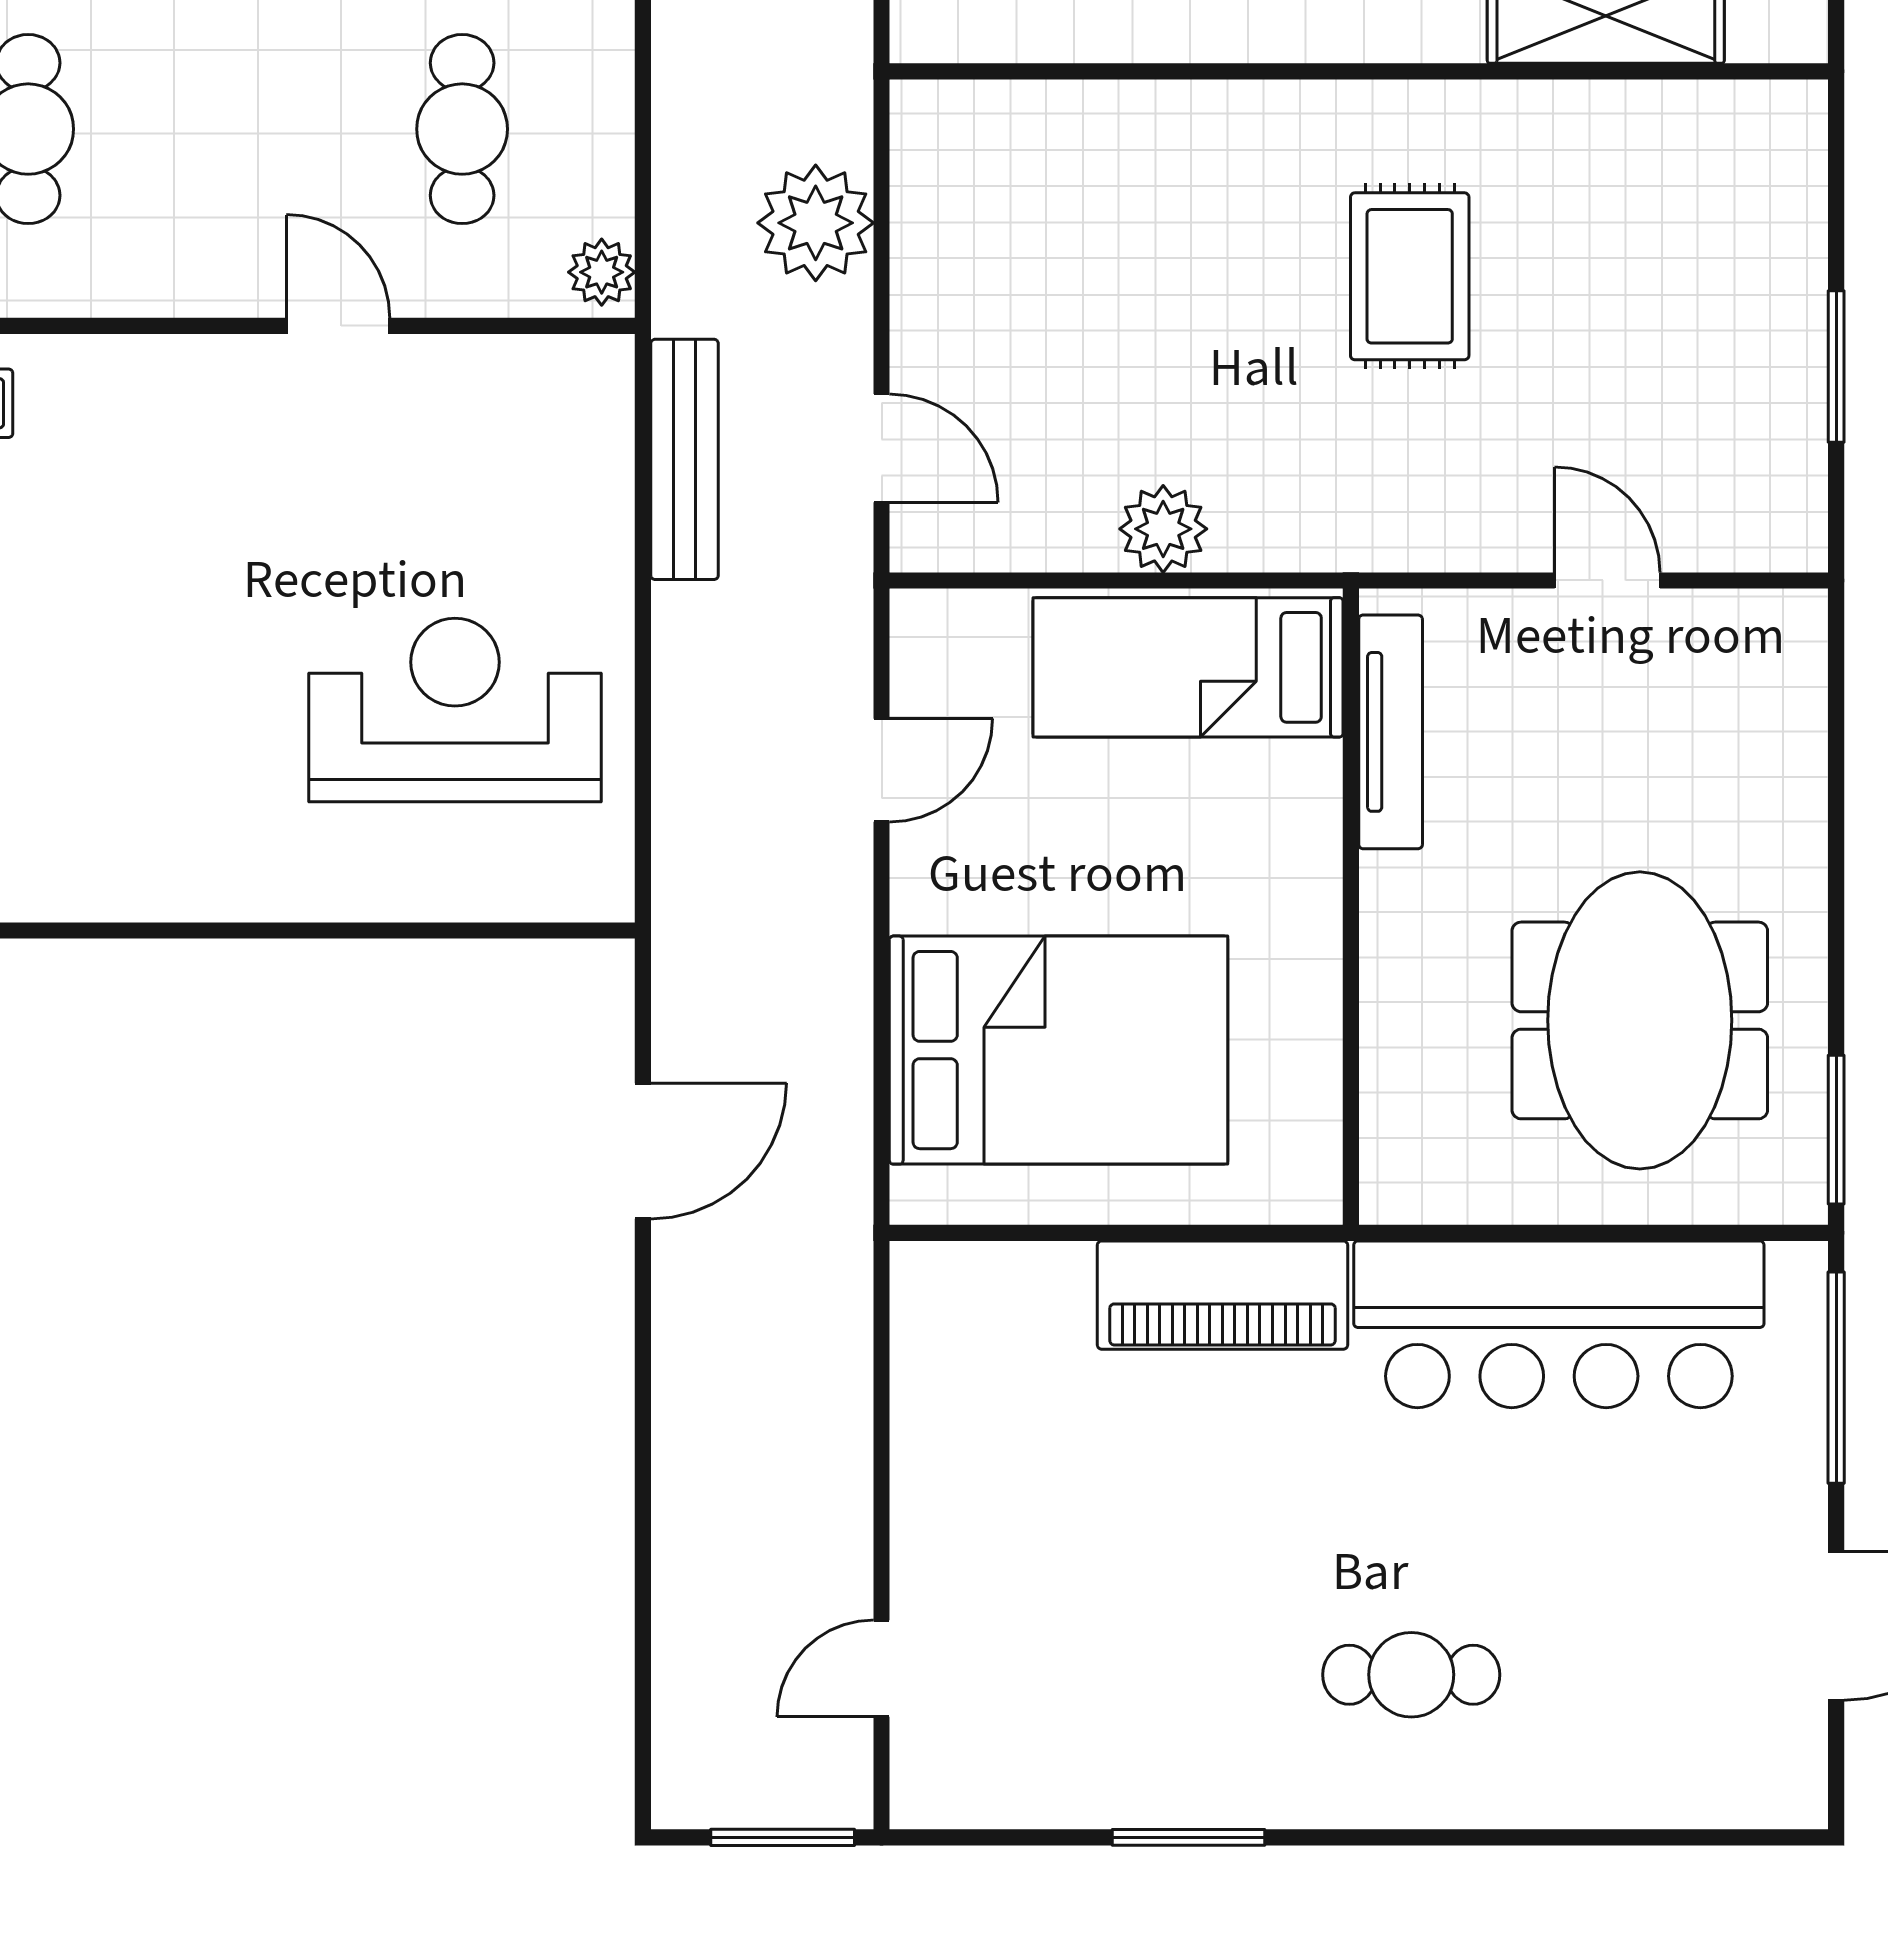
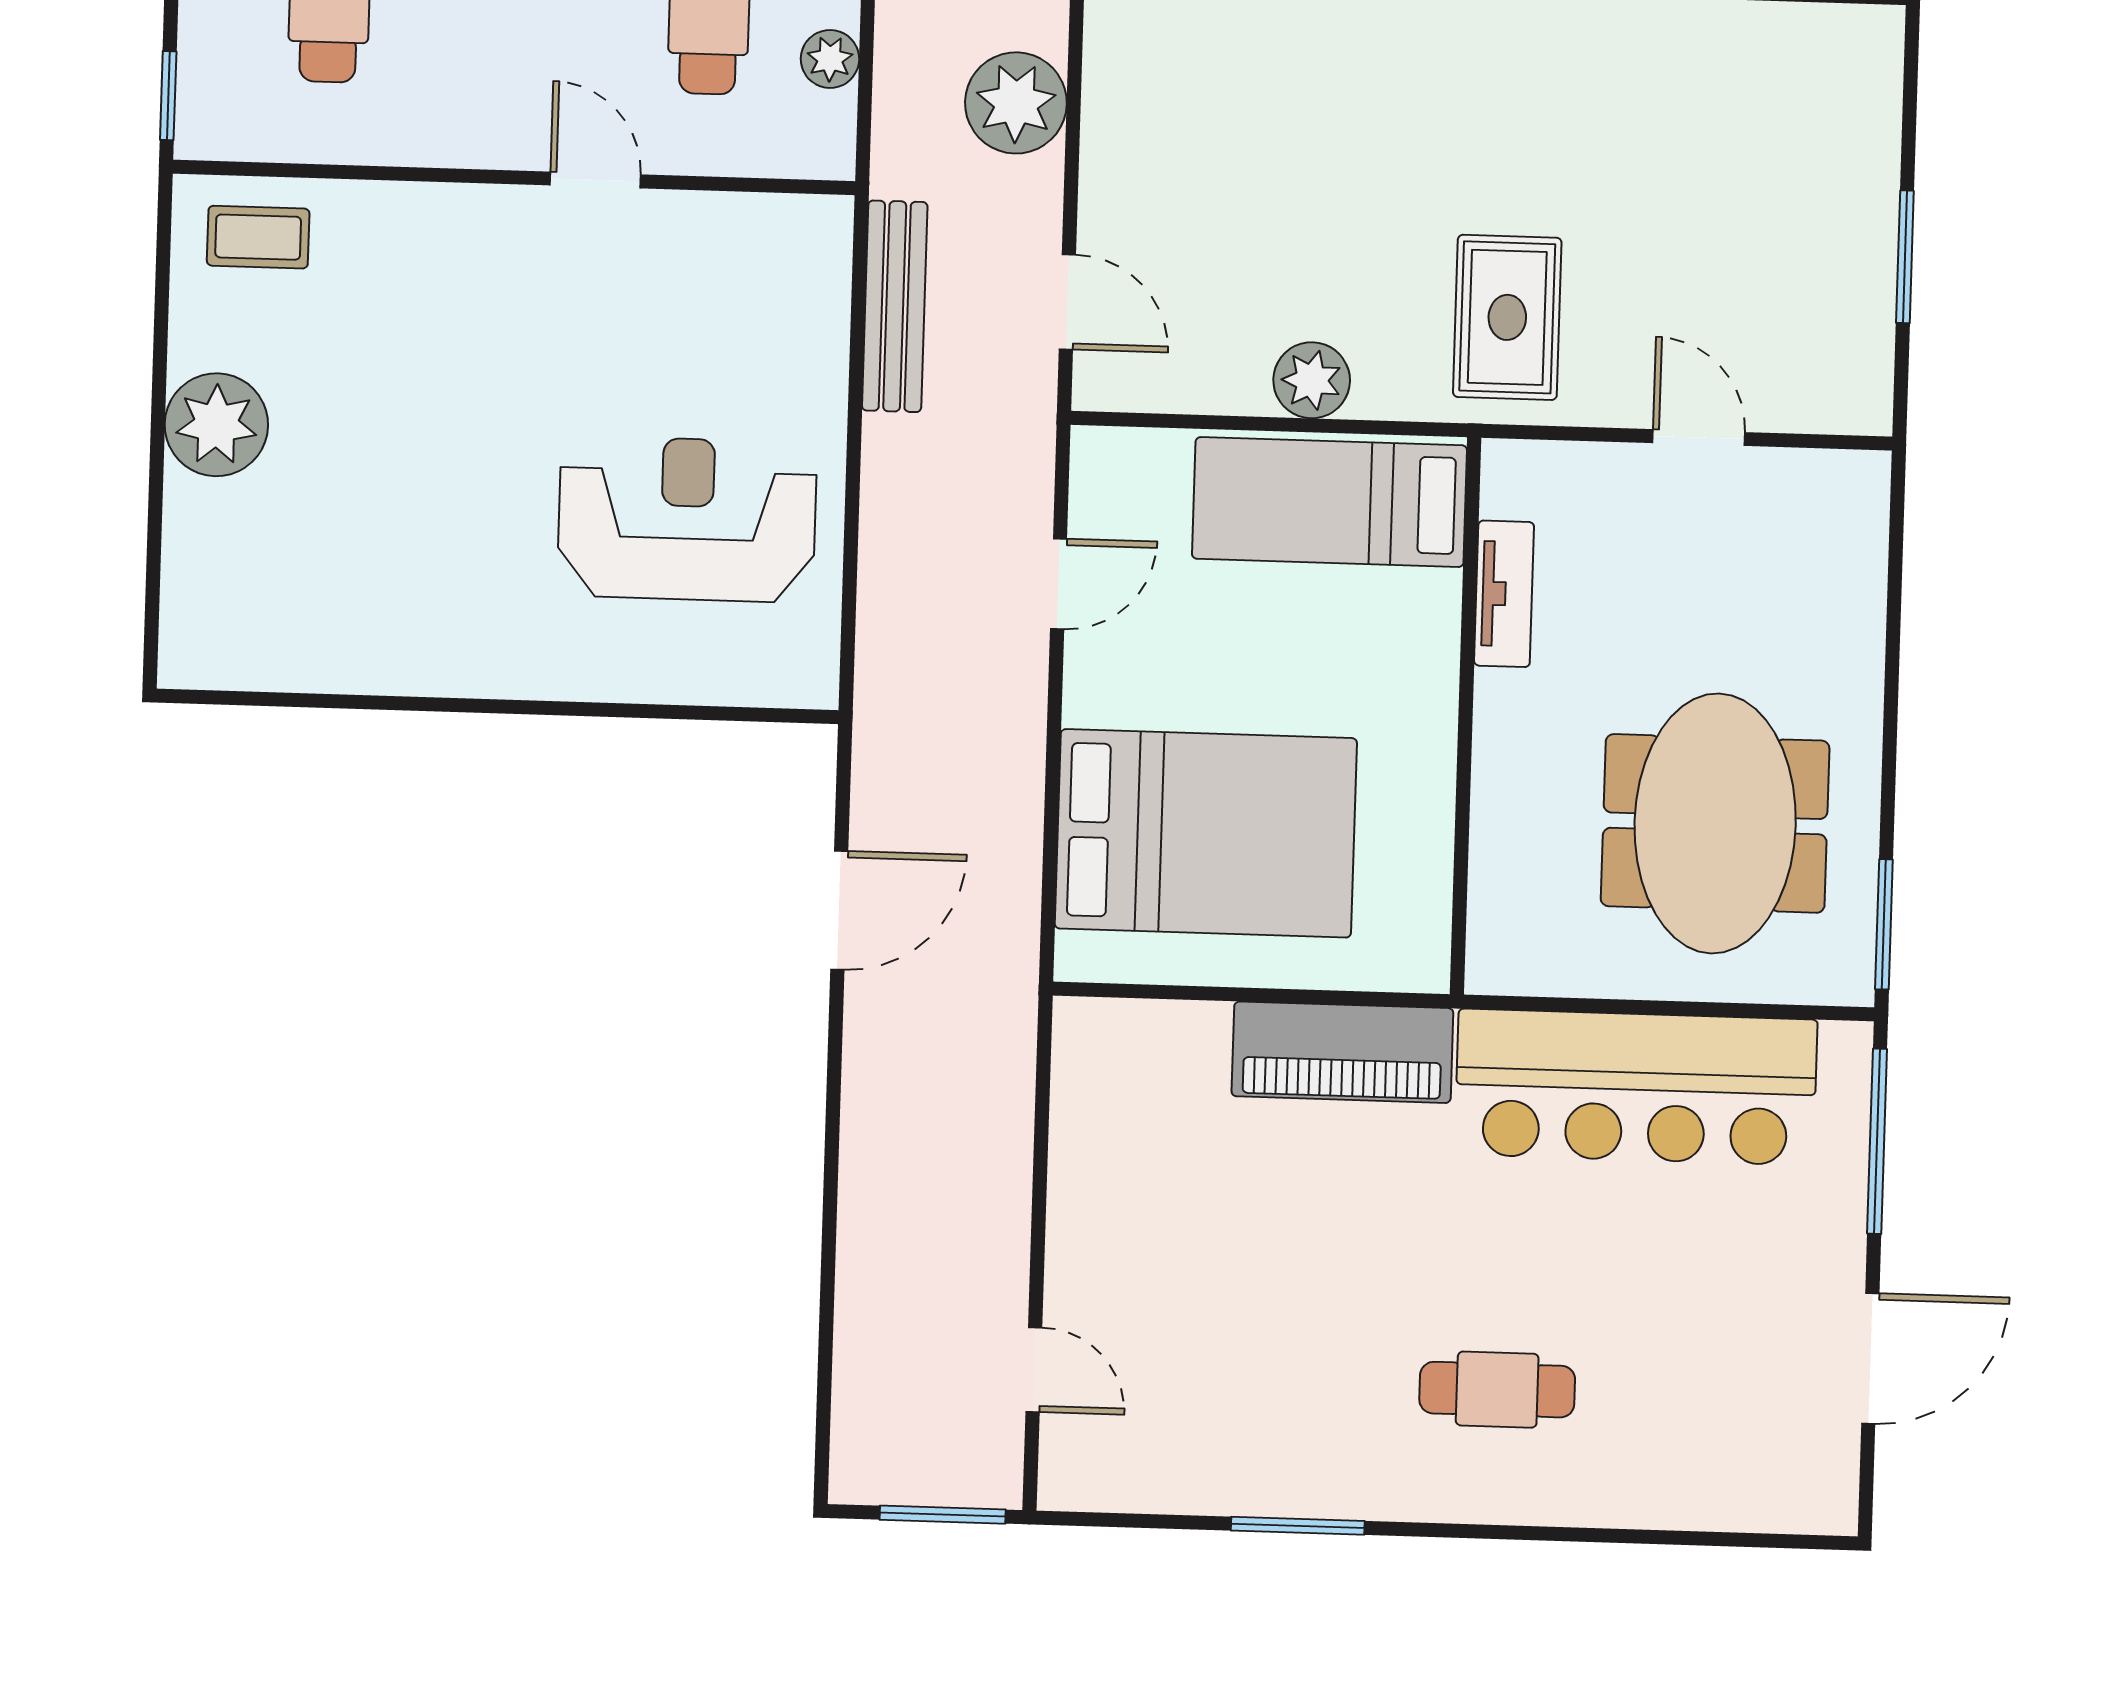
plant: (602, 272) -> (830, 59), moved
rug: (1410, 276) -> (1507, 317), moved
tv unit: (1391, 732) -> (1504, 594), width x0.71
door: (882, 1669) -> (1034, 1370), swing flipped

